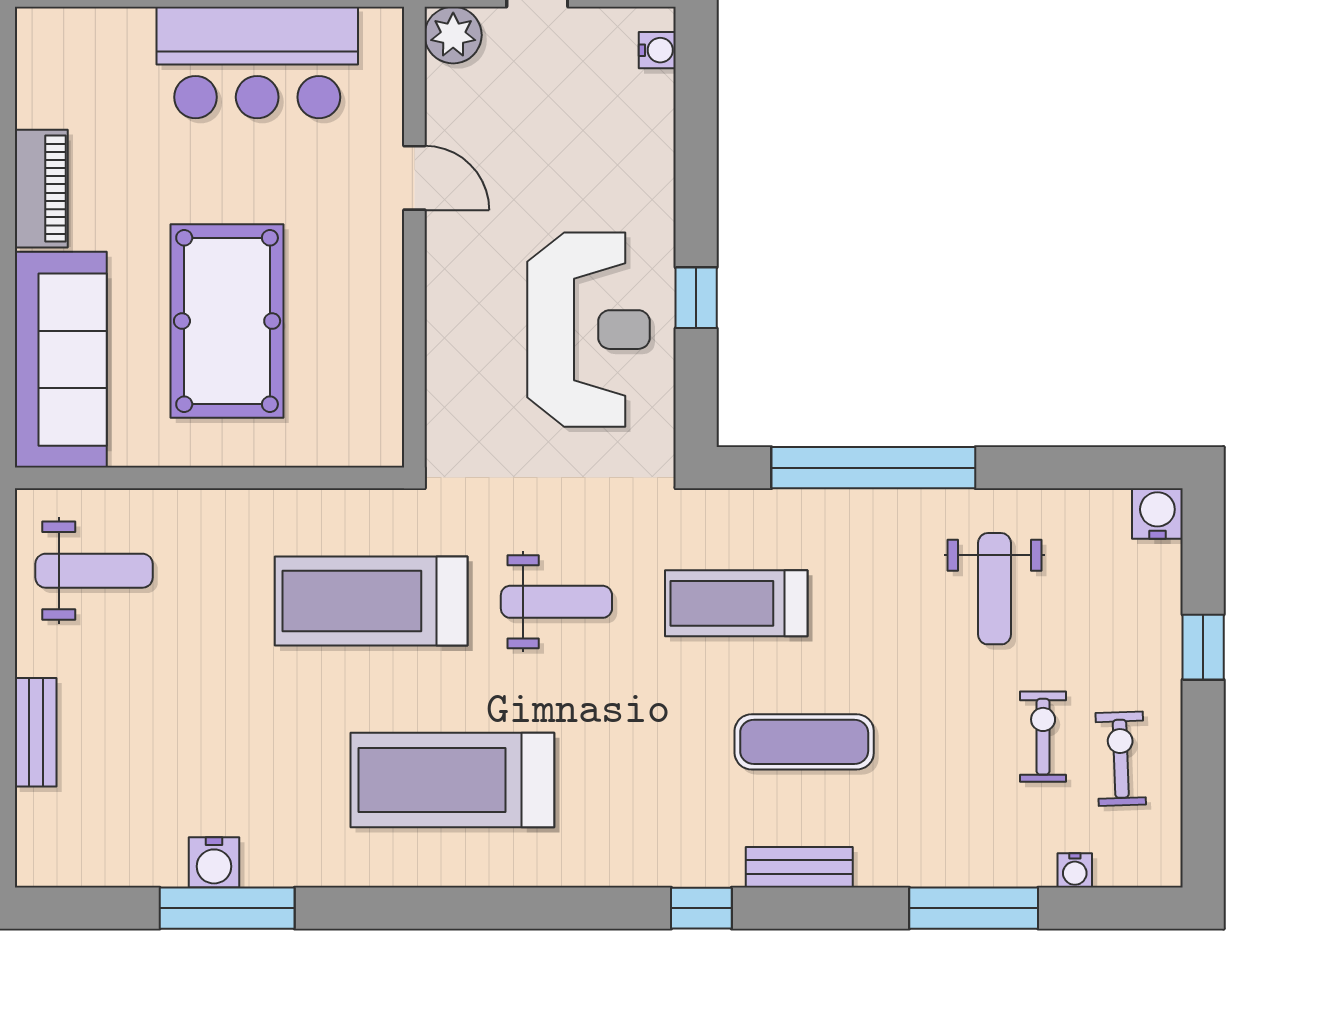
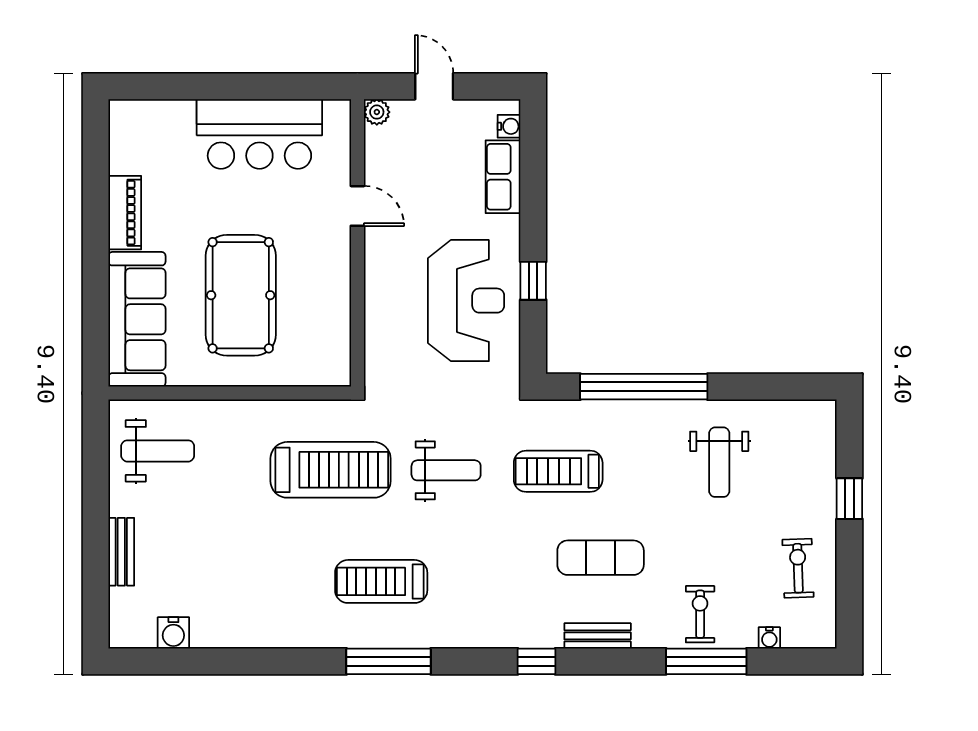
plant: (453, 35) -> (377, 112), width x0.73, depth x0.73
row of seats: (648, 131) -> (503, 177), added
water cooler: (1157, 513) -> (821, 415), removed
treadmill: (371, 601) -> (331, 470), turned 180
exercise bike: (1043, 737) -> (700, 614), moved
treadmill: (452, 780) -> (381, 581), width x0.73, depth x0.73
water cooler: (214, 862) -> (173, 633), moved
window: (227, 908) -> (389, 661), moved

